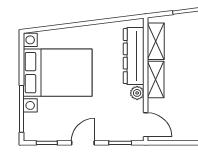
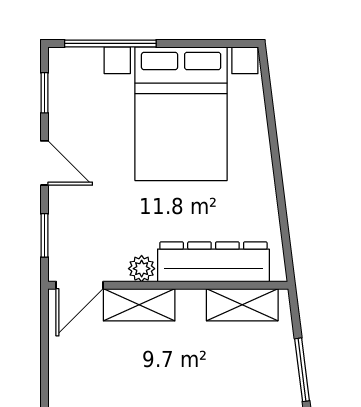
shelving: (156, 79) -> (139, 305), moved

